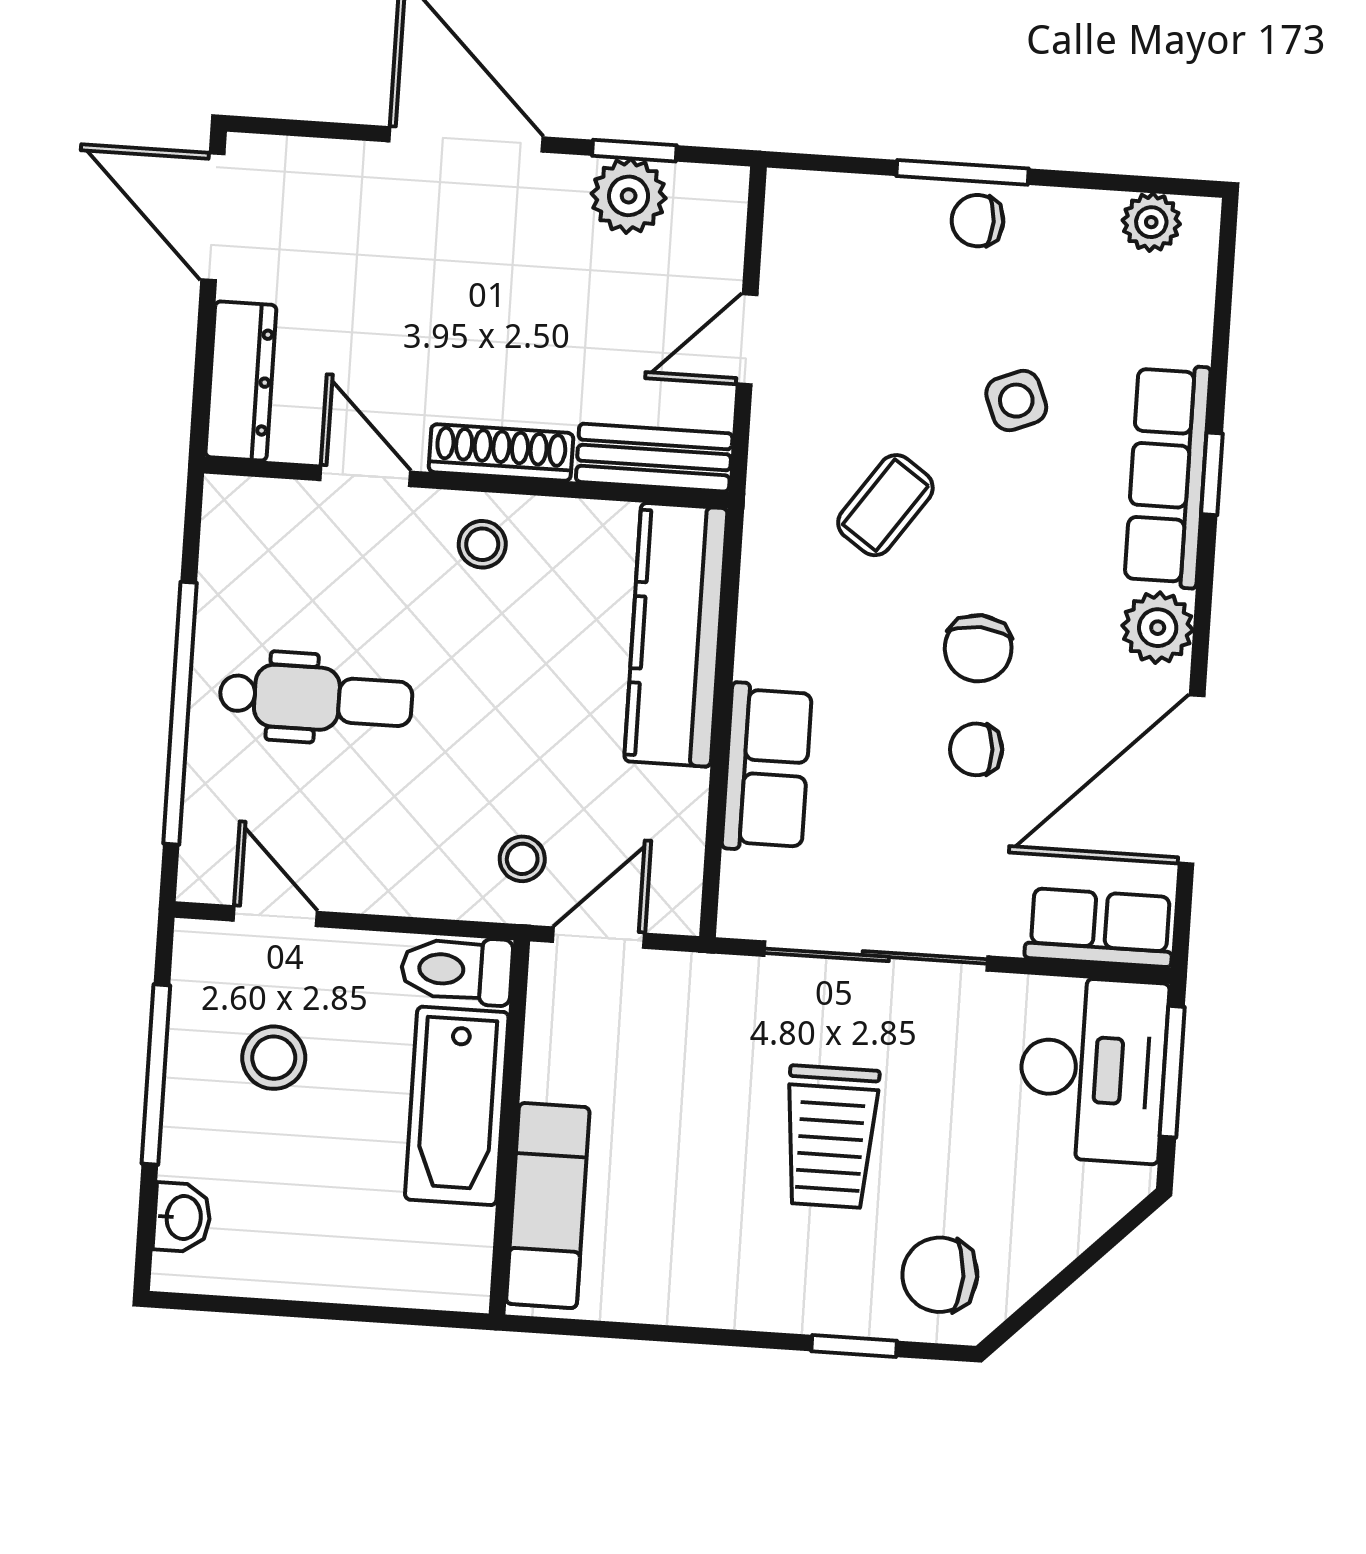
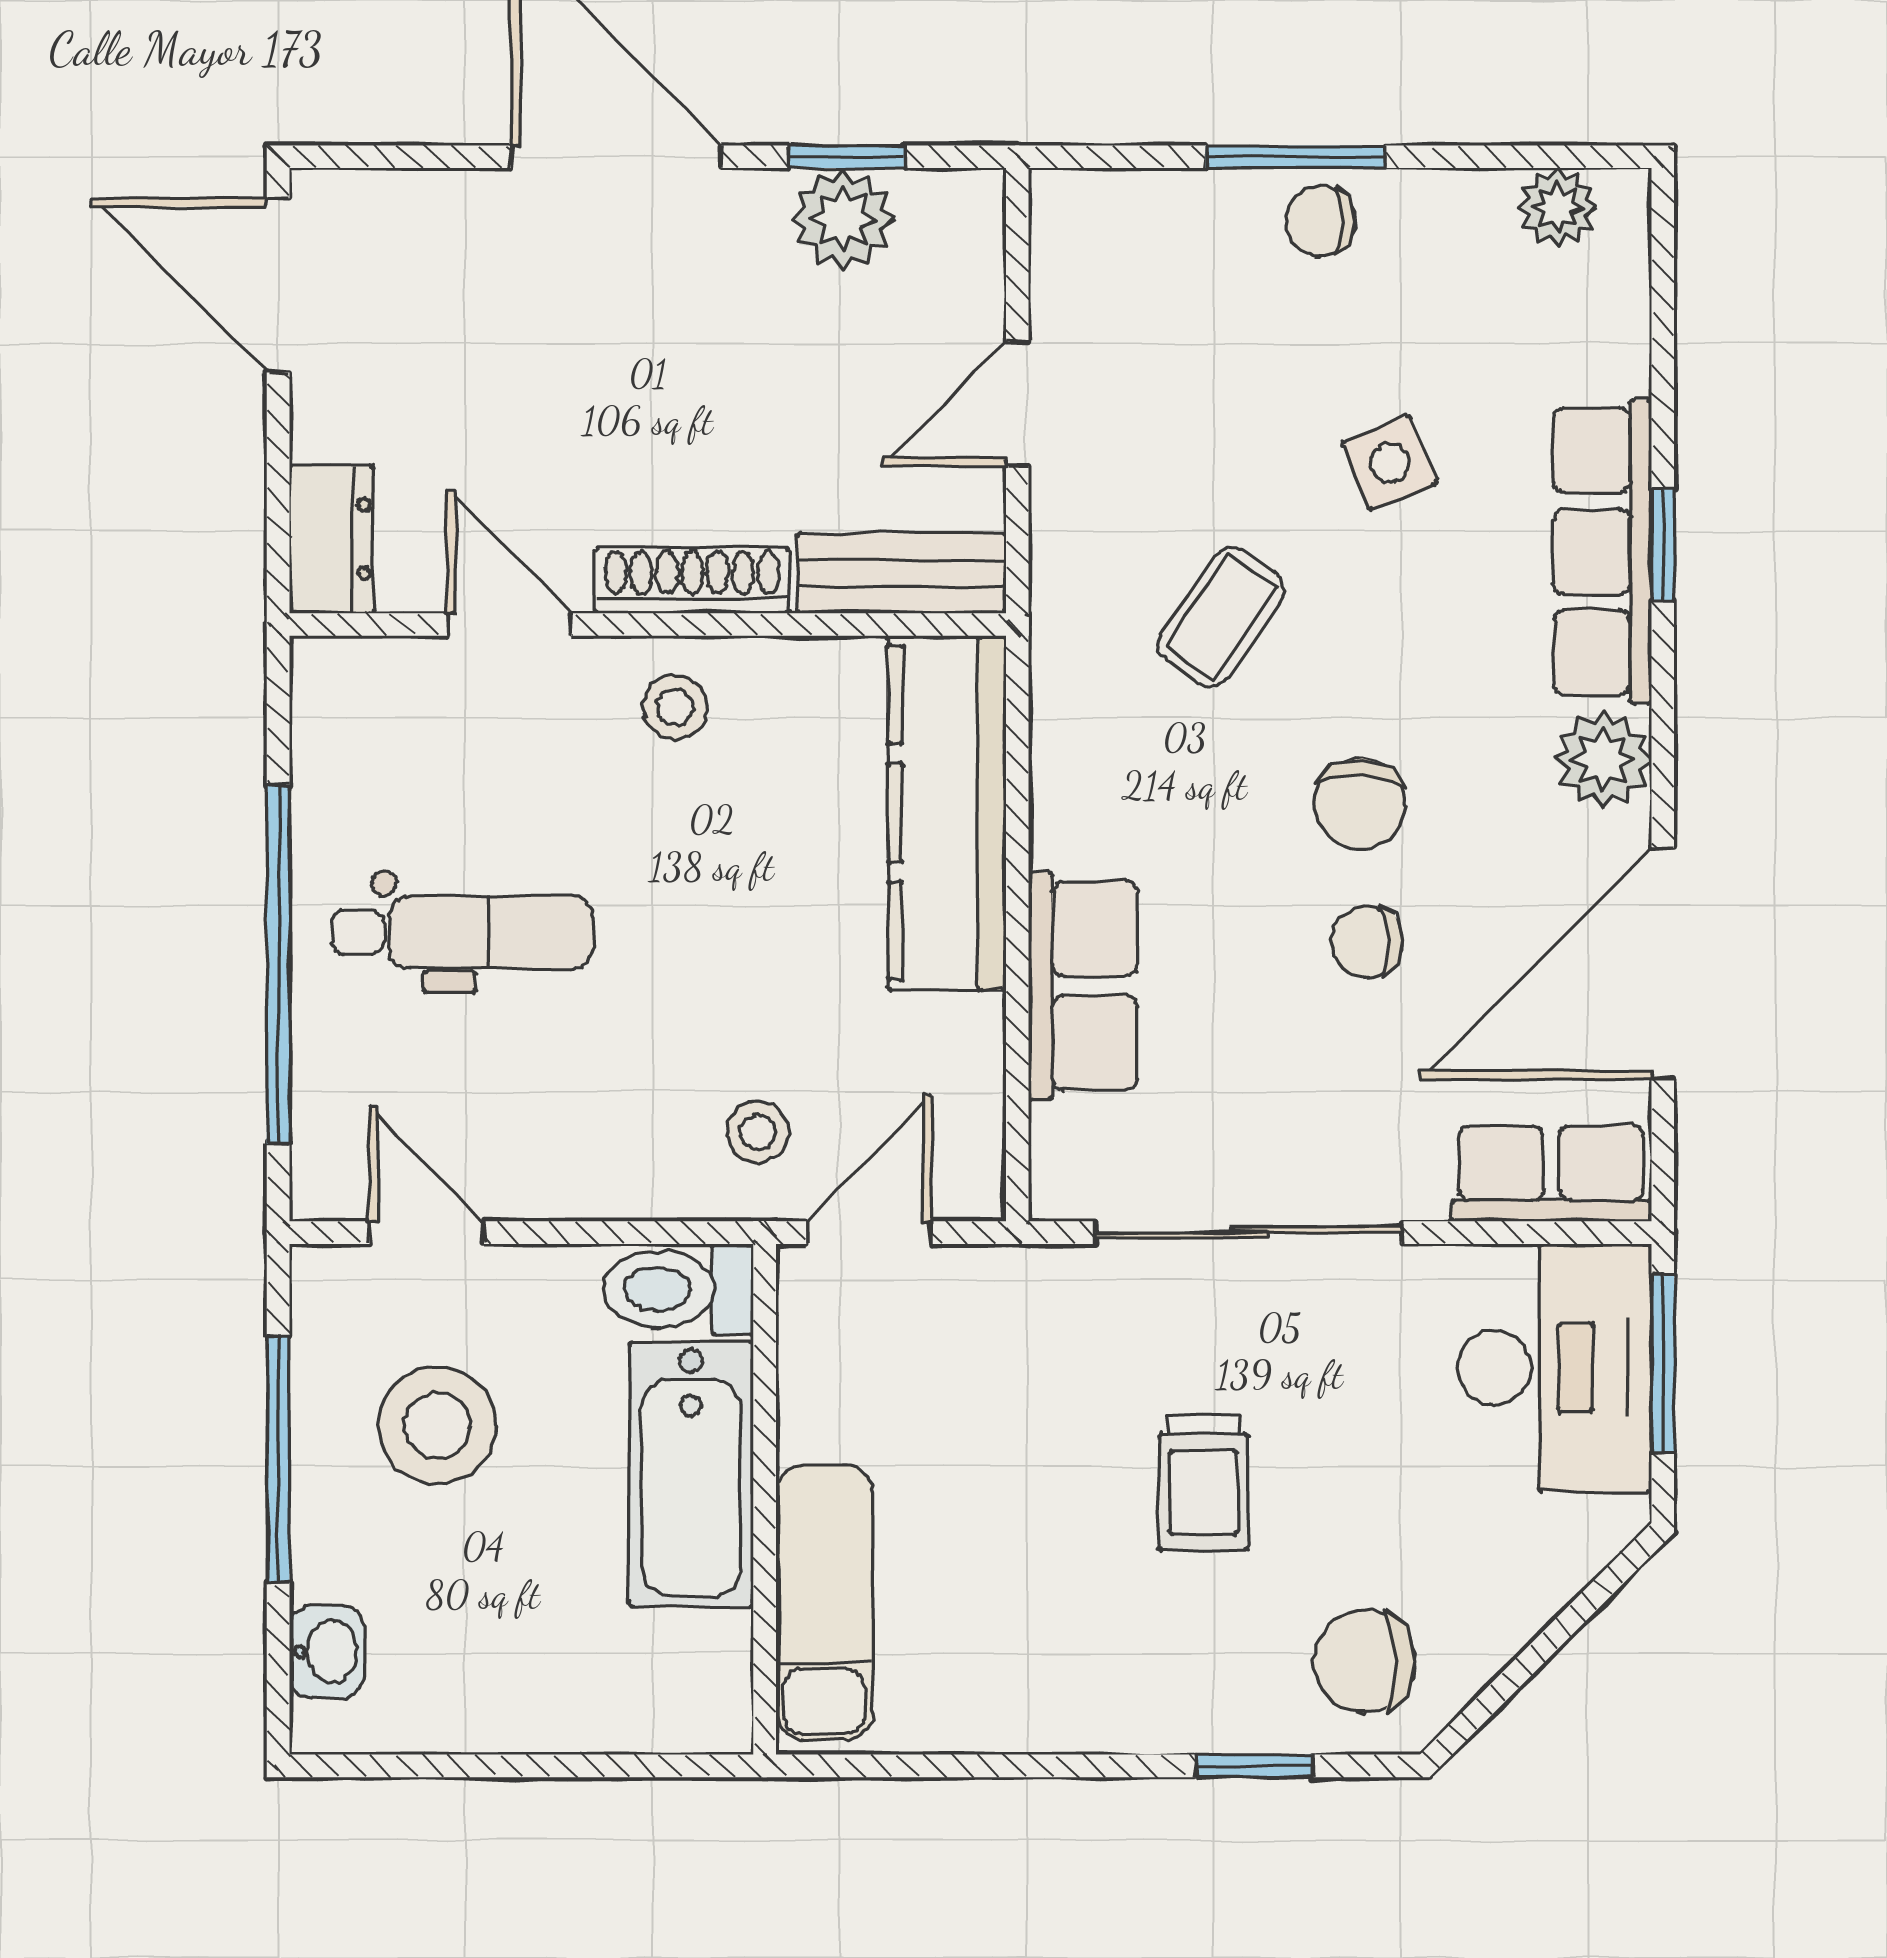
dresser: (241, 381) -> (331, 539), width x0.70
stool: (274, 1058) -> (437, 1426), width x1.38, depth x1.38
trolley: (831, 1137) -> (1203, 1483), width x0.73, depth x0.72

